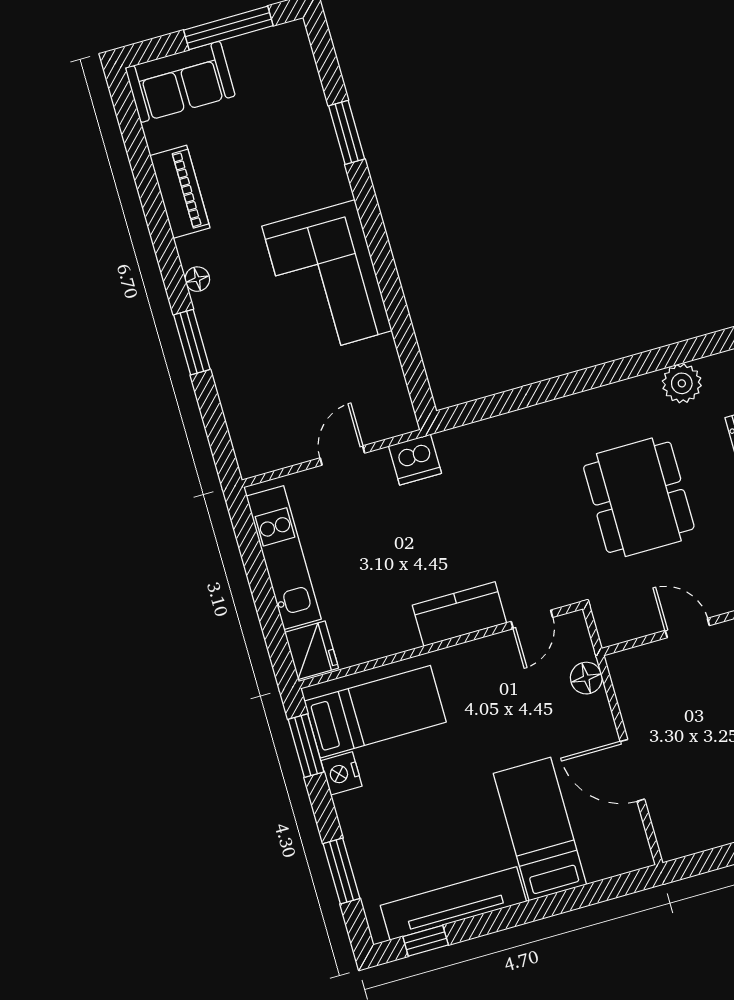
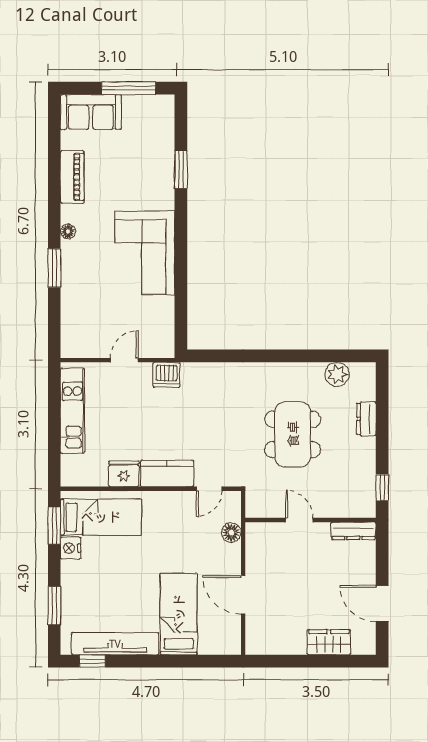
fridge: (312, 650) -> (124, 474), moved, turned -90

